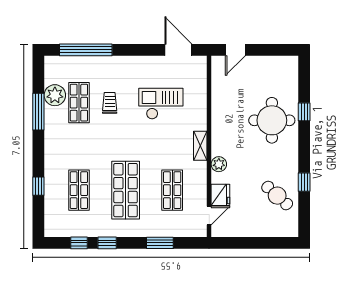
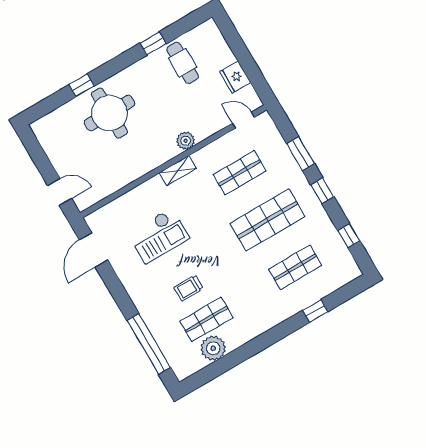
checkout: (161, 104) -> (159, 236), turned -90
window: (38, 112) -> (240, 355), removed
fridge: (220, 195) -> (235, 77), moved, turned -90
cafe table: (277, 196) -> (183, 63), turned -42
window: (107, 243) -> (322, 191), moved

